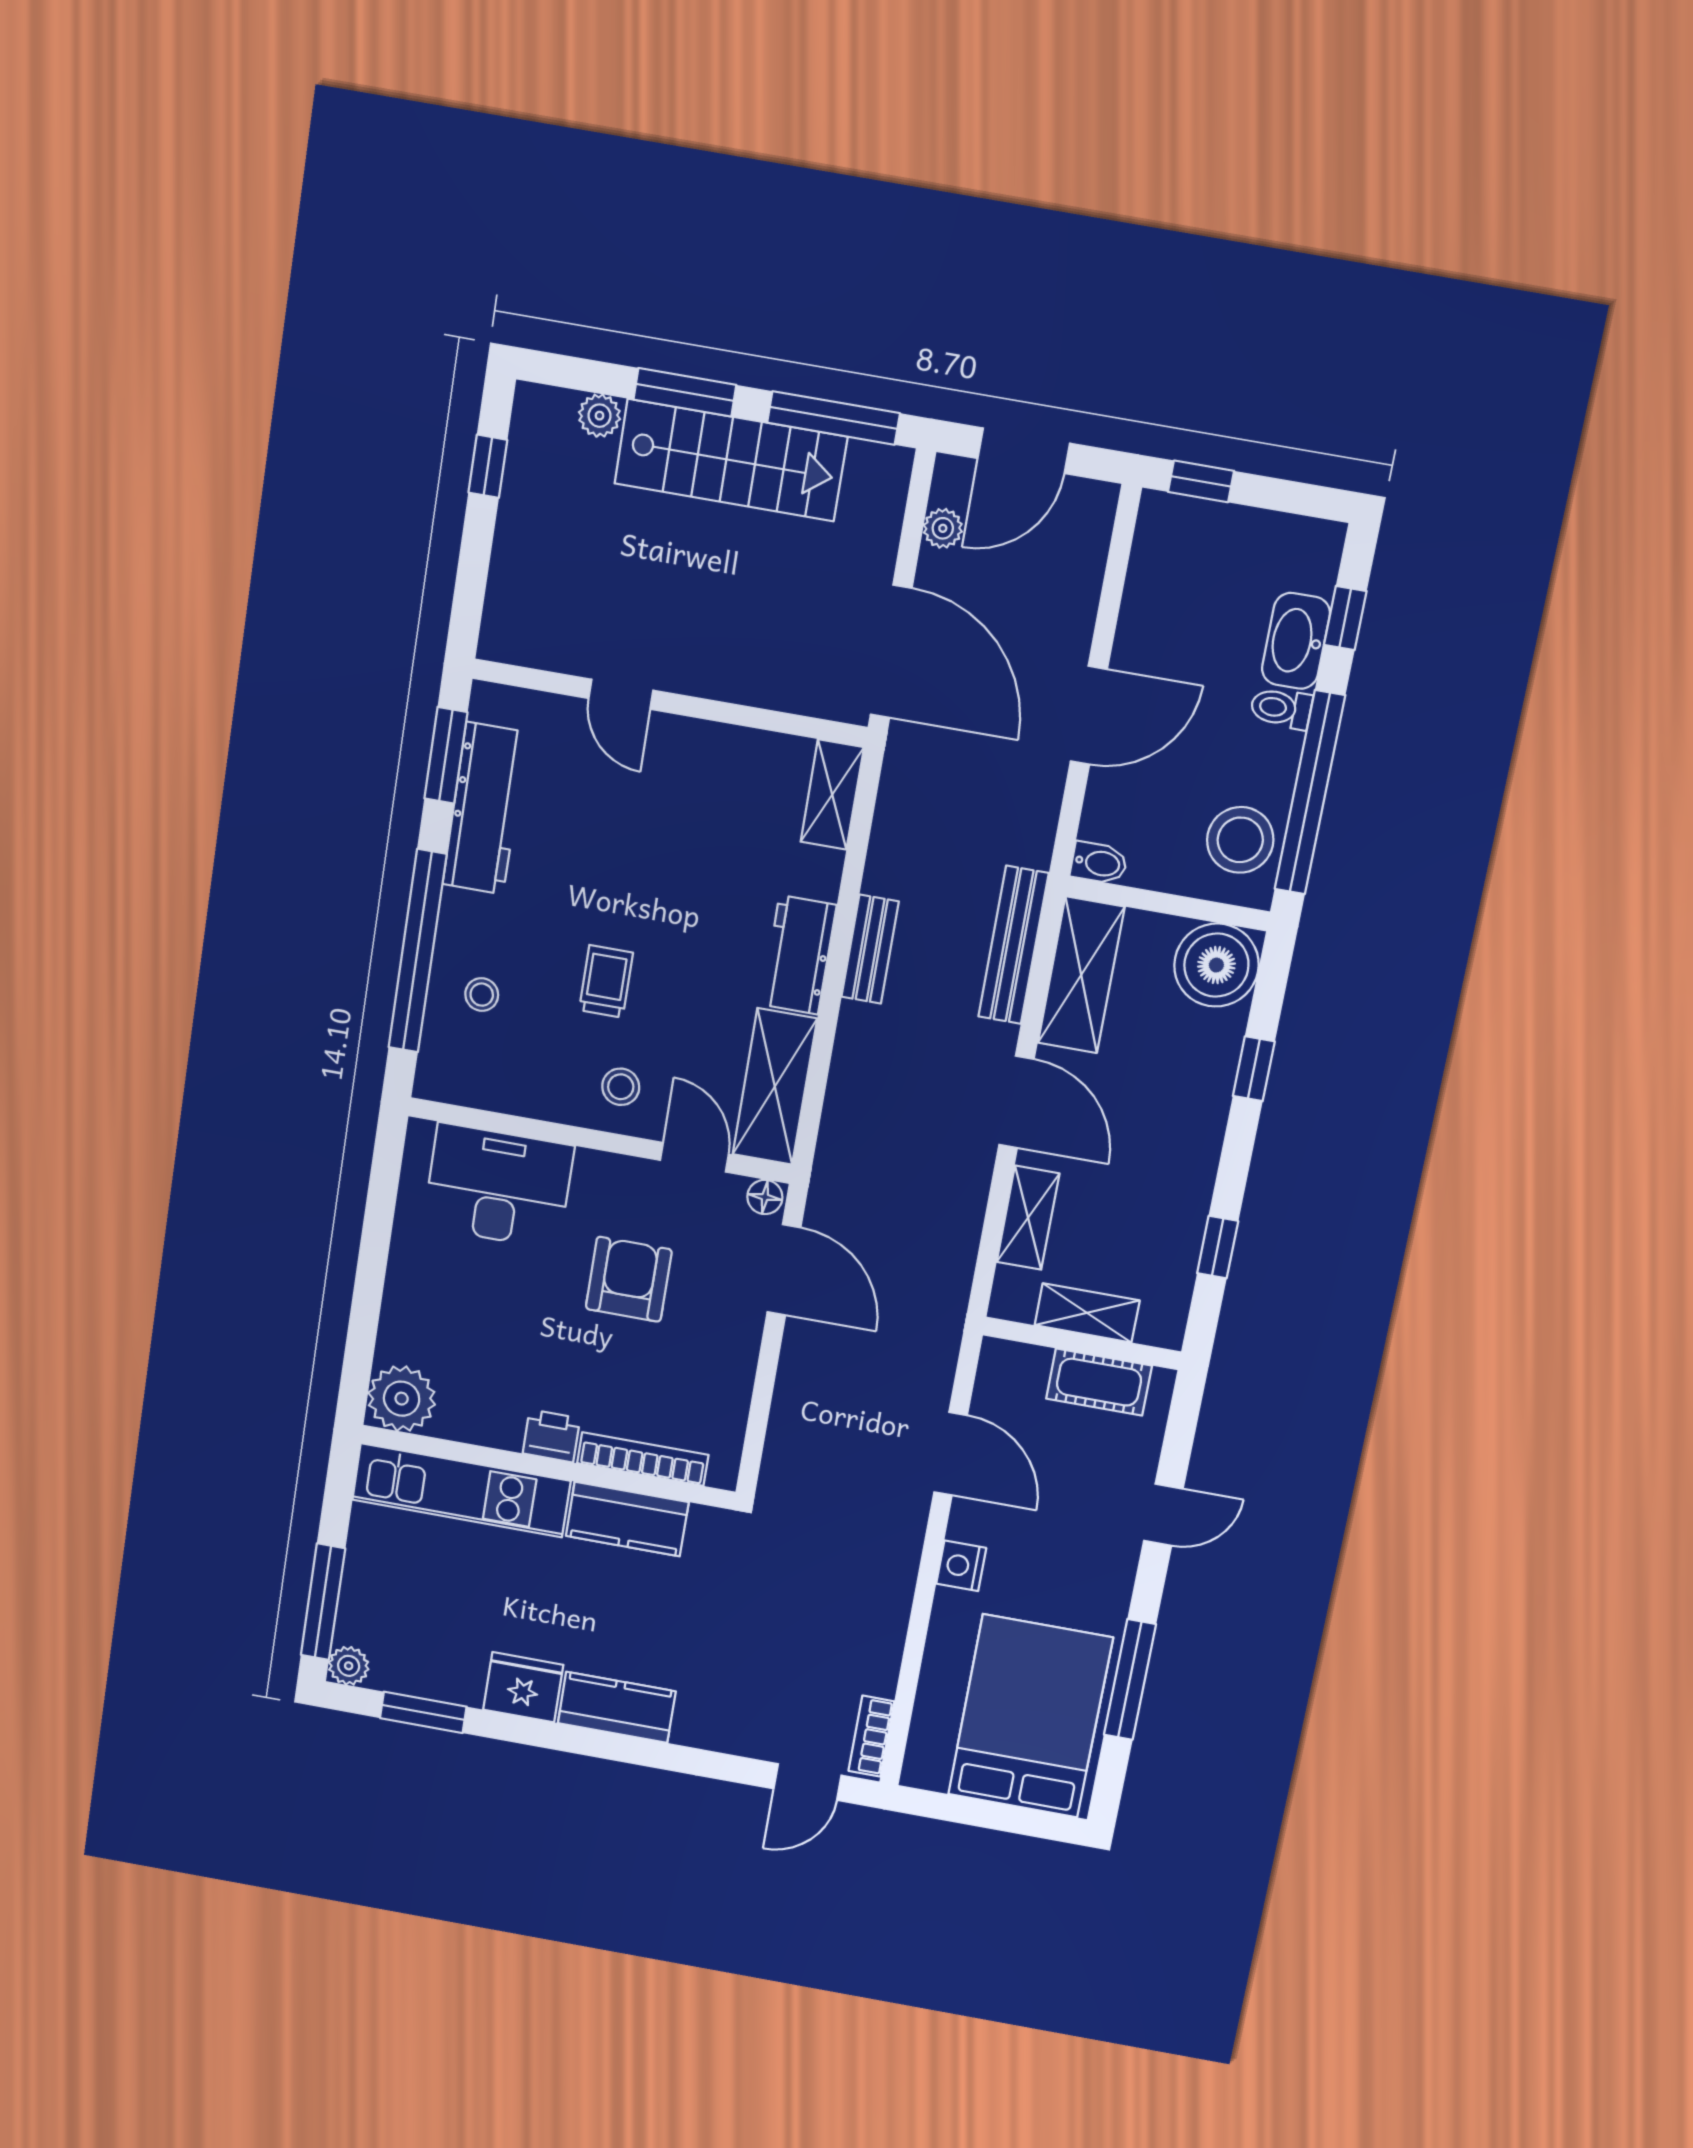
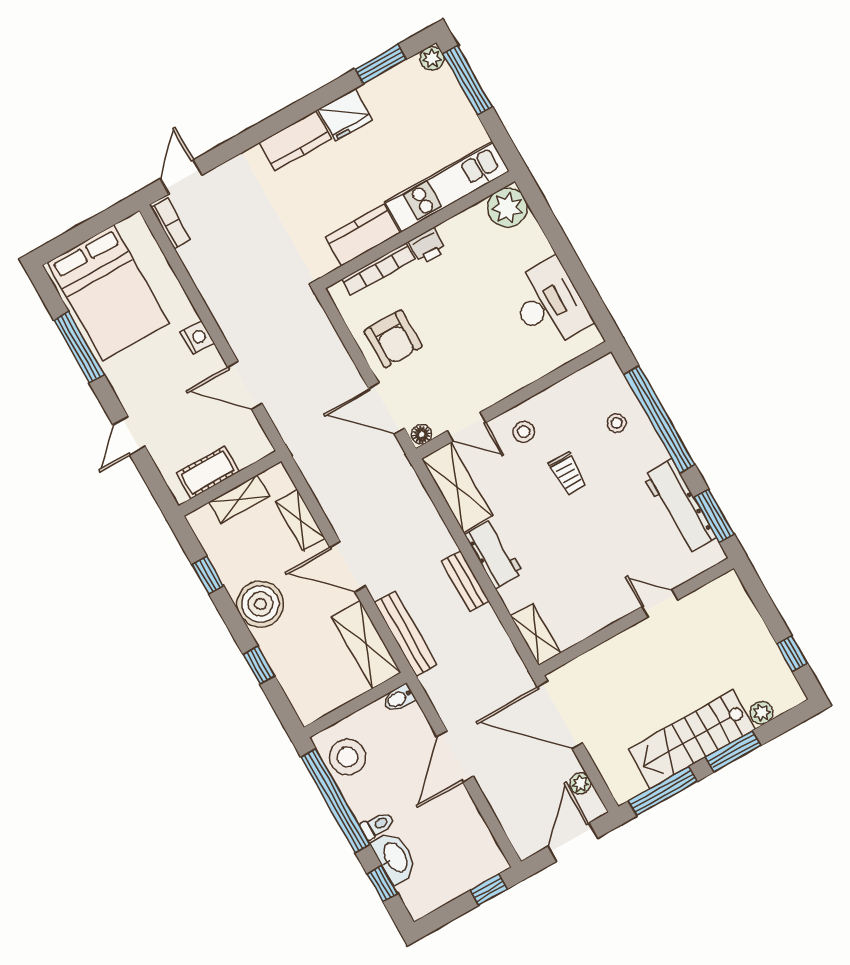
boiler: (1216, 965) -> (260, 604), moved
desk: (498, 1186) -> (549, 304), moved, turned -90
armchair: (629, 1279) -> (393, 339), moved

